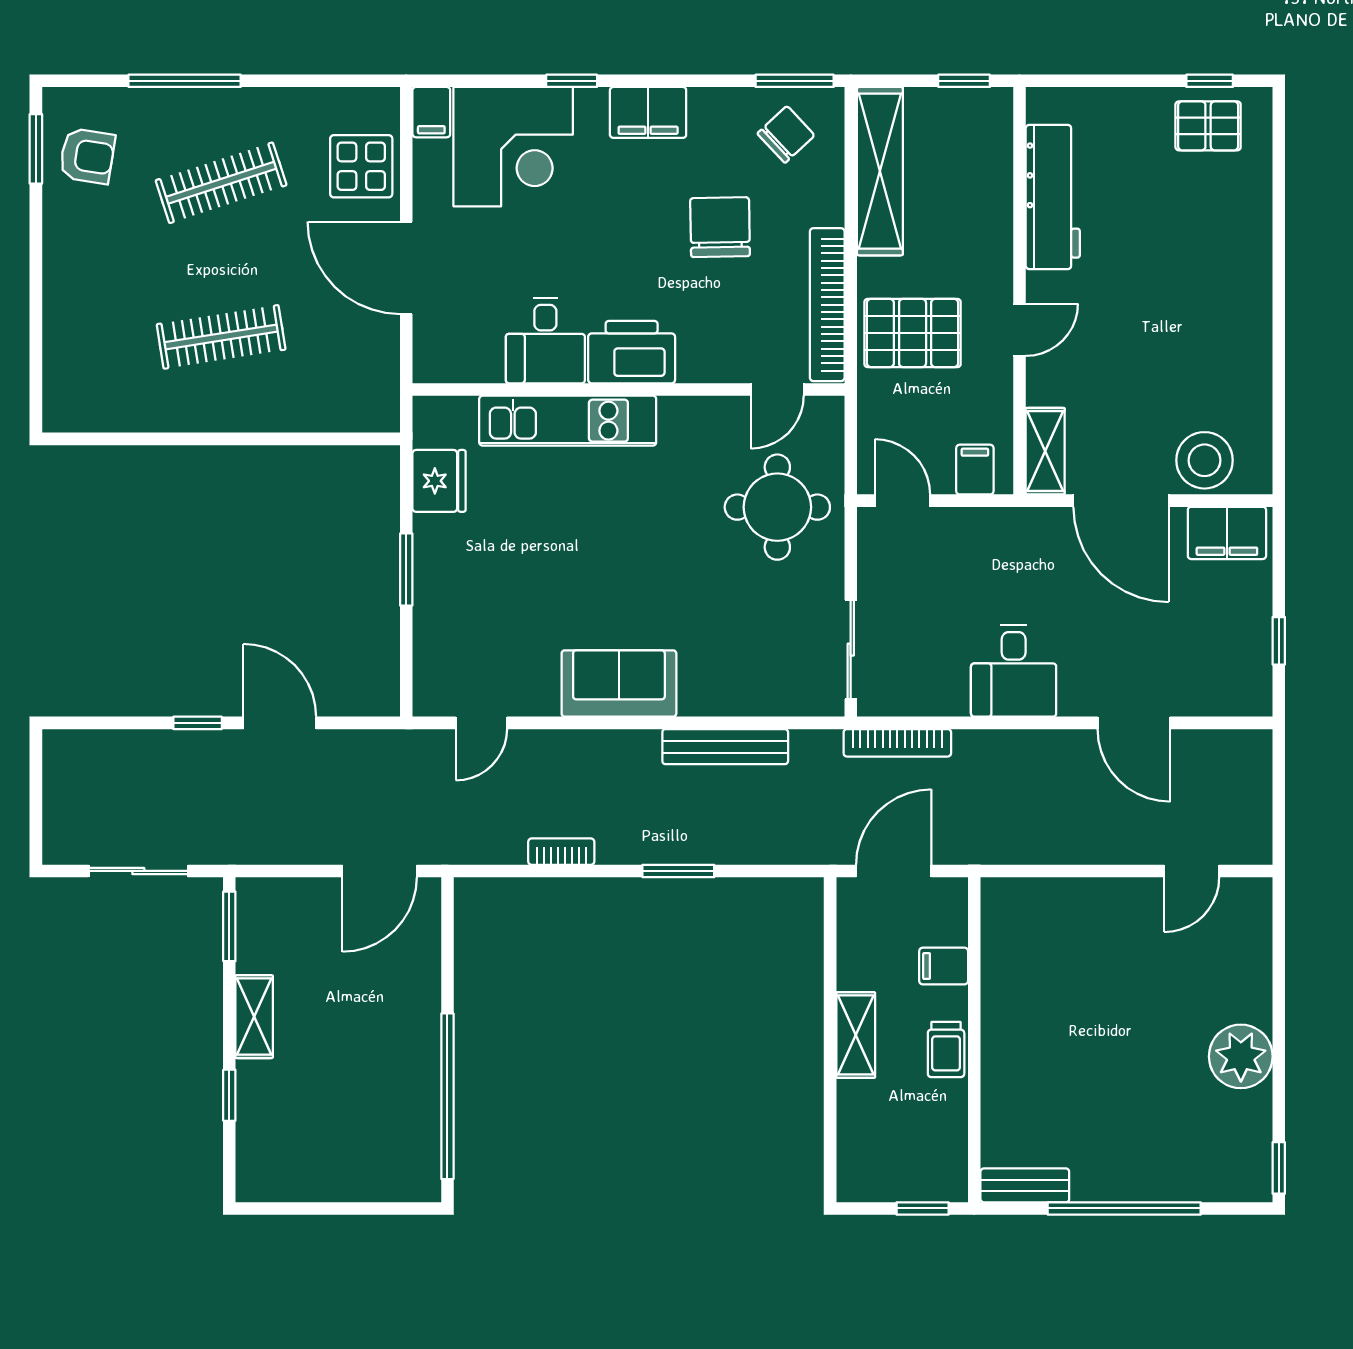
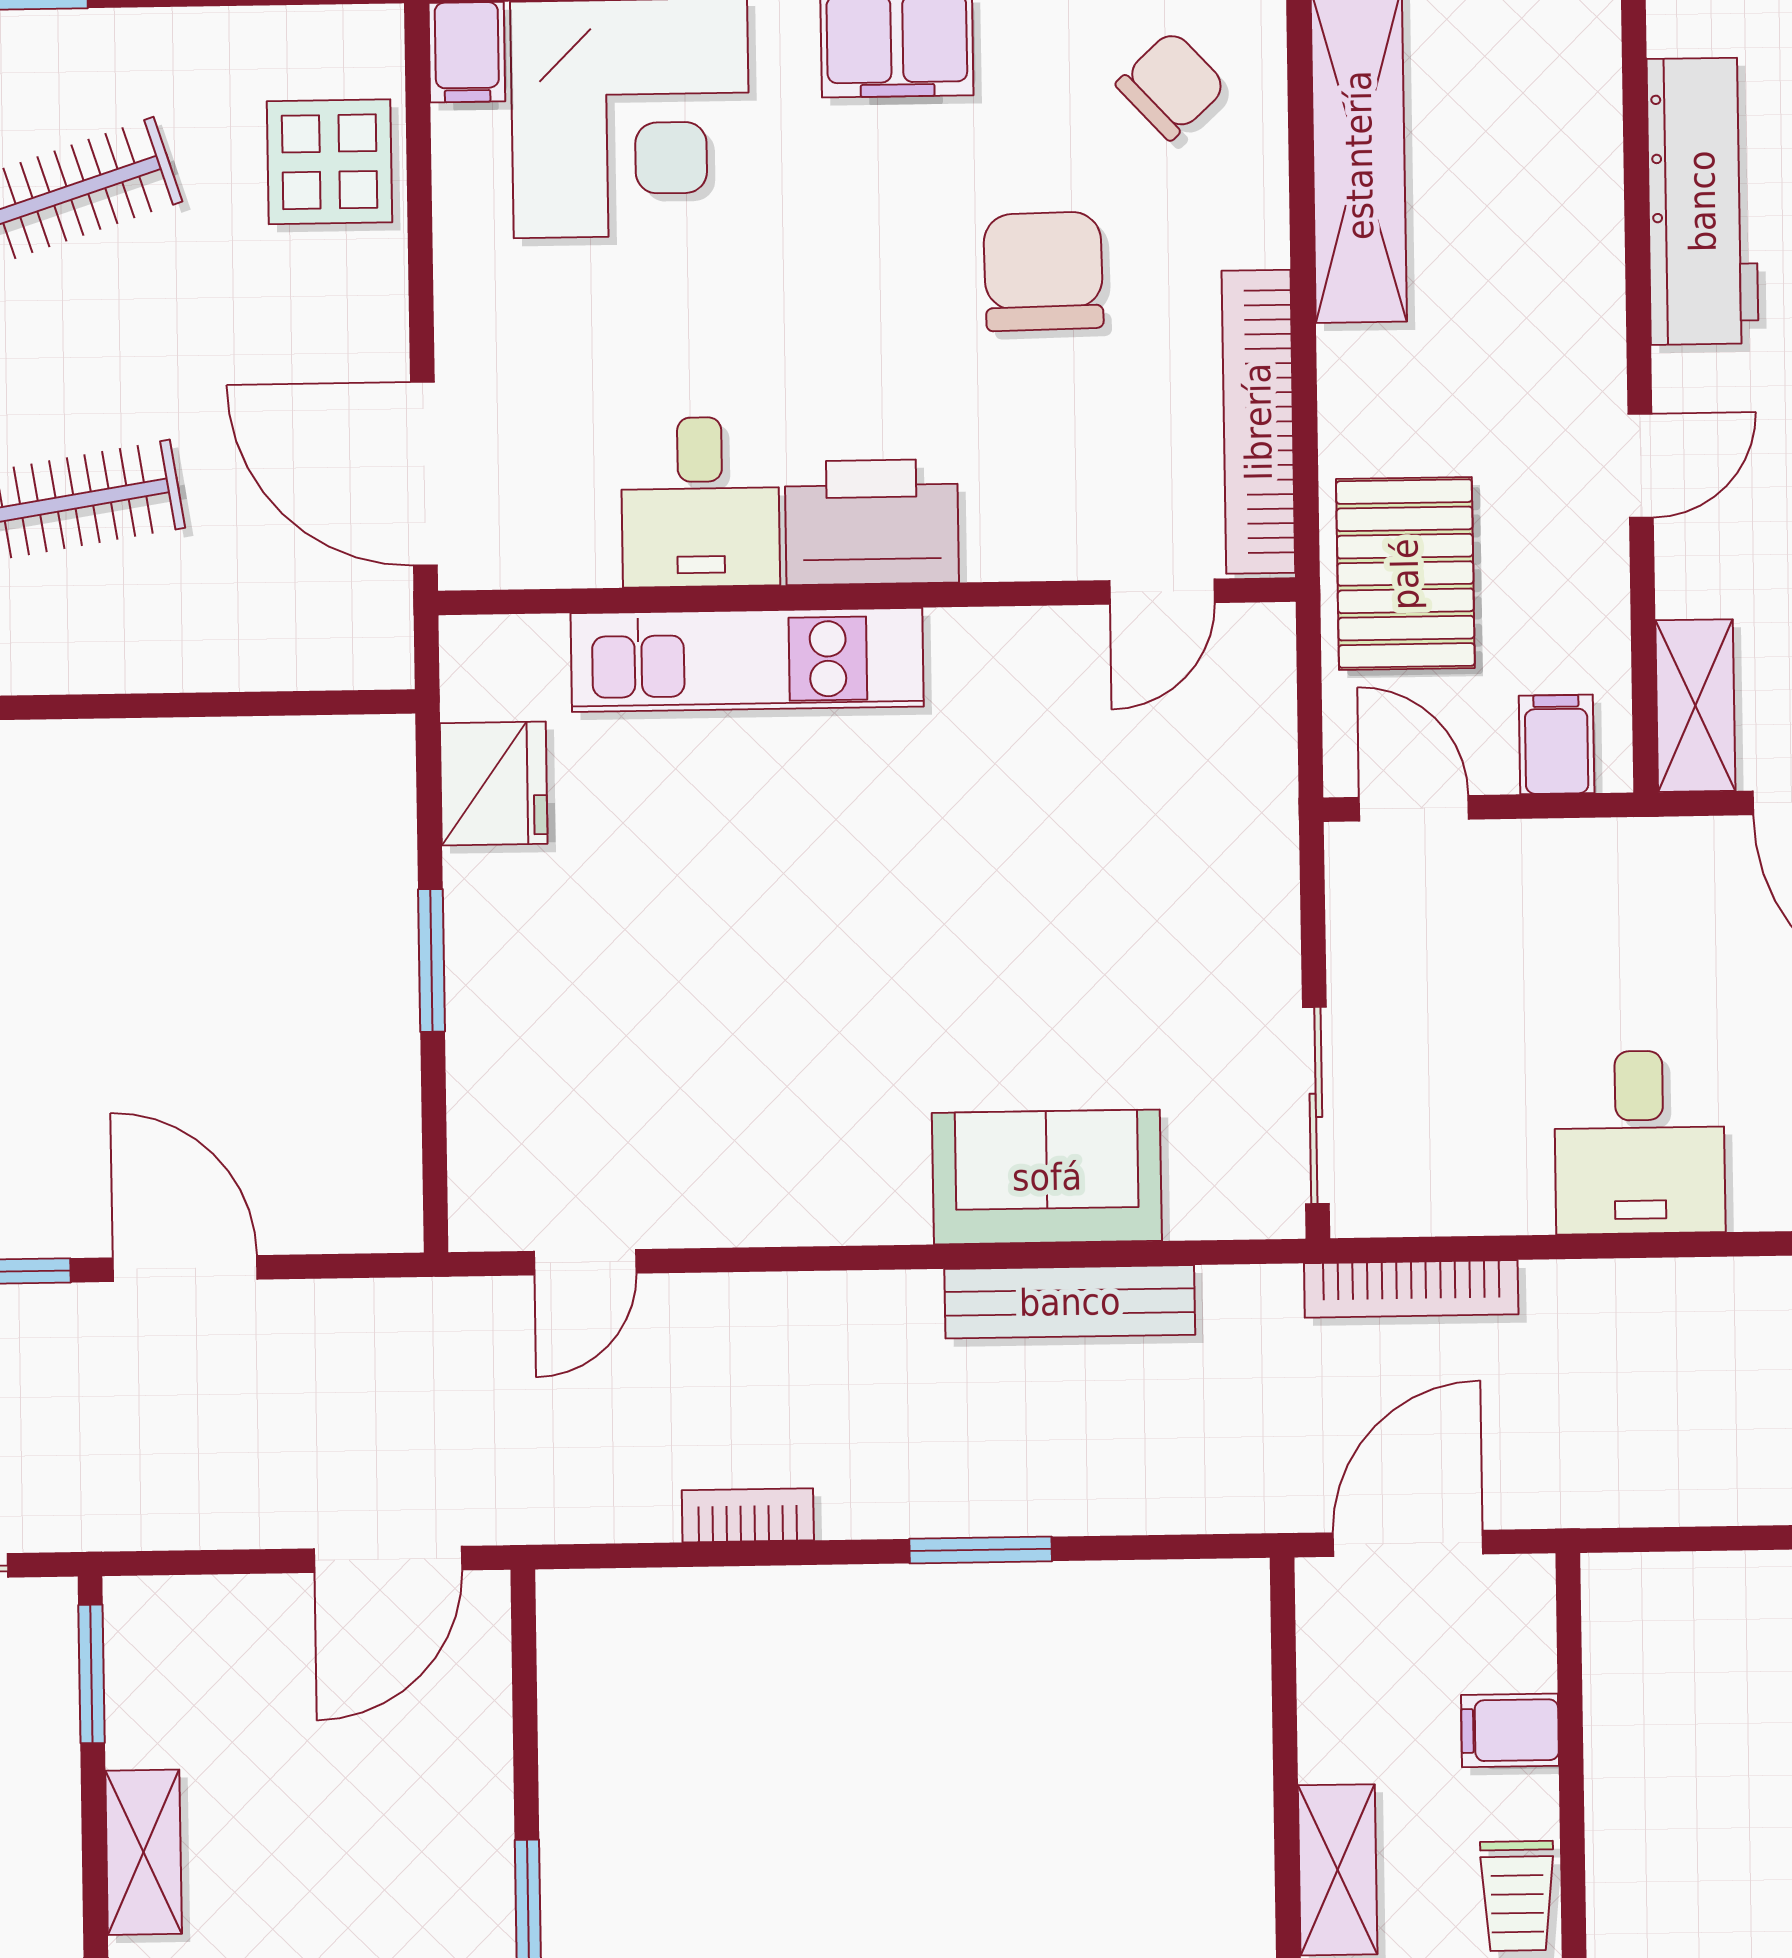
door: (406, 268) -> (424, 474), moved
pallet: (913, 333) -> (1405, 574), moved, turned 90
round table: (777, 507) -> (1166, 825), removed
sofa: (619, 683) -> (1047, 1177), moved

